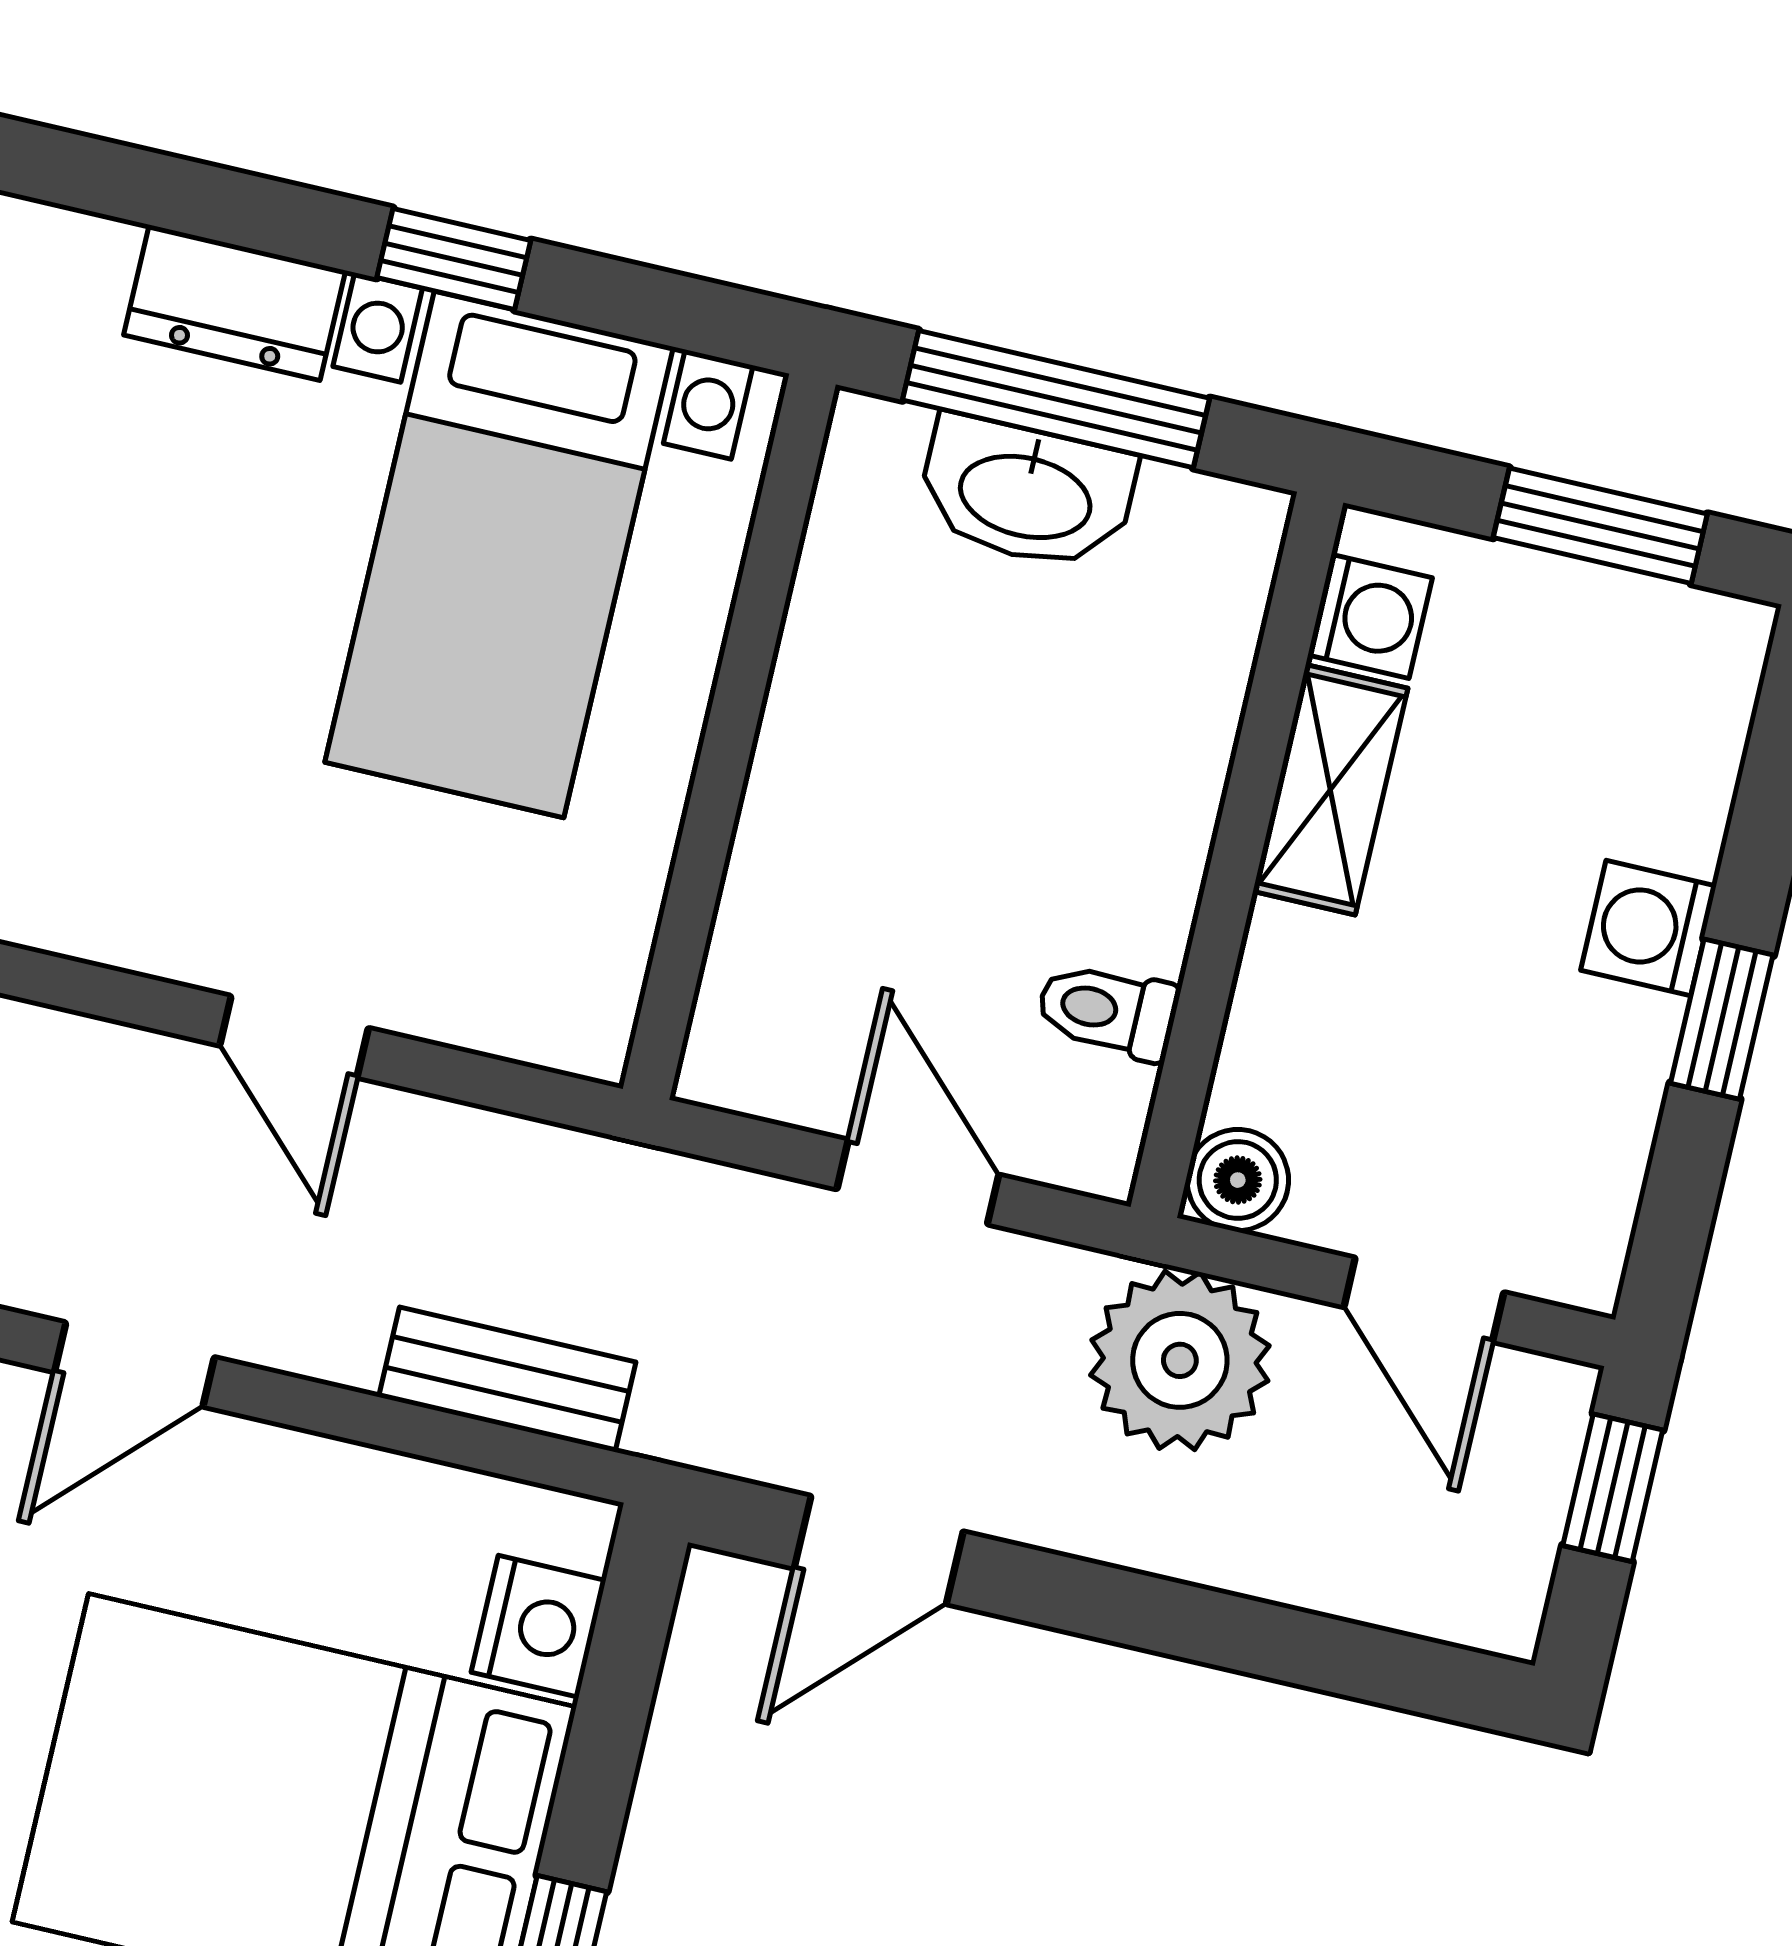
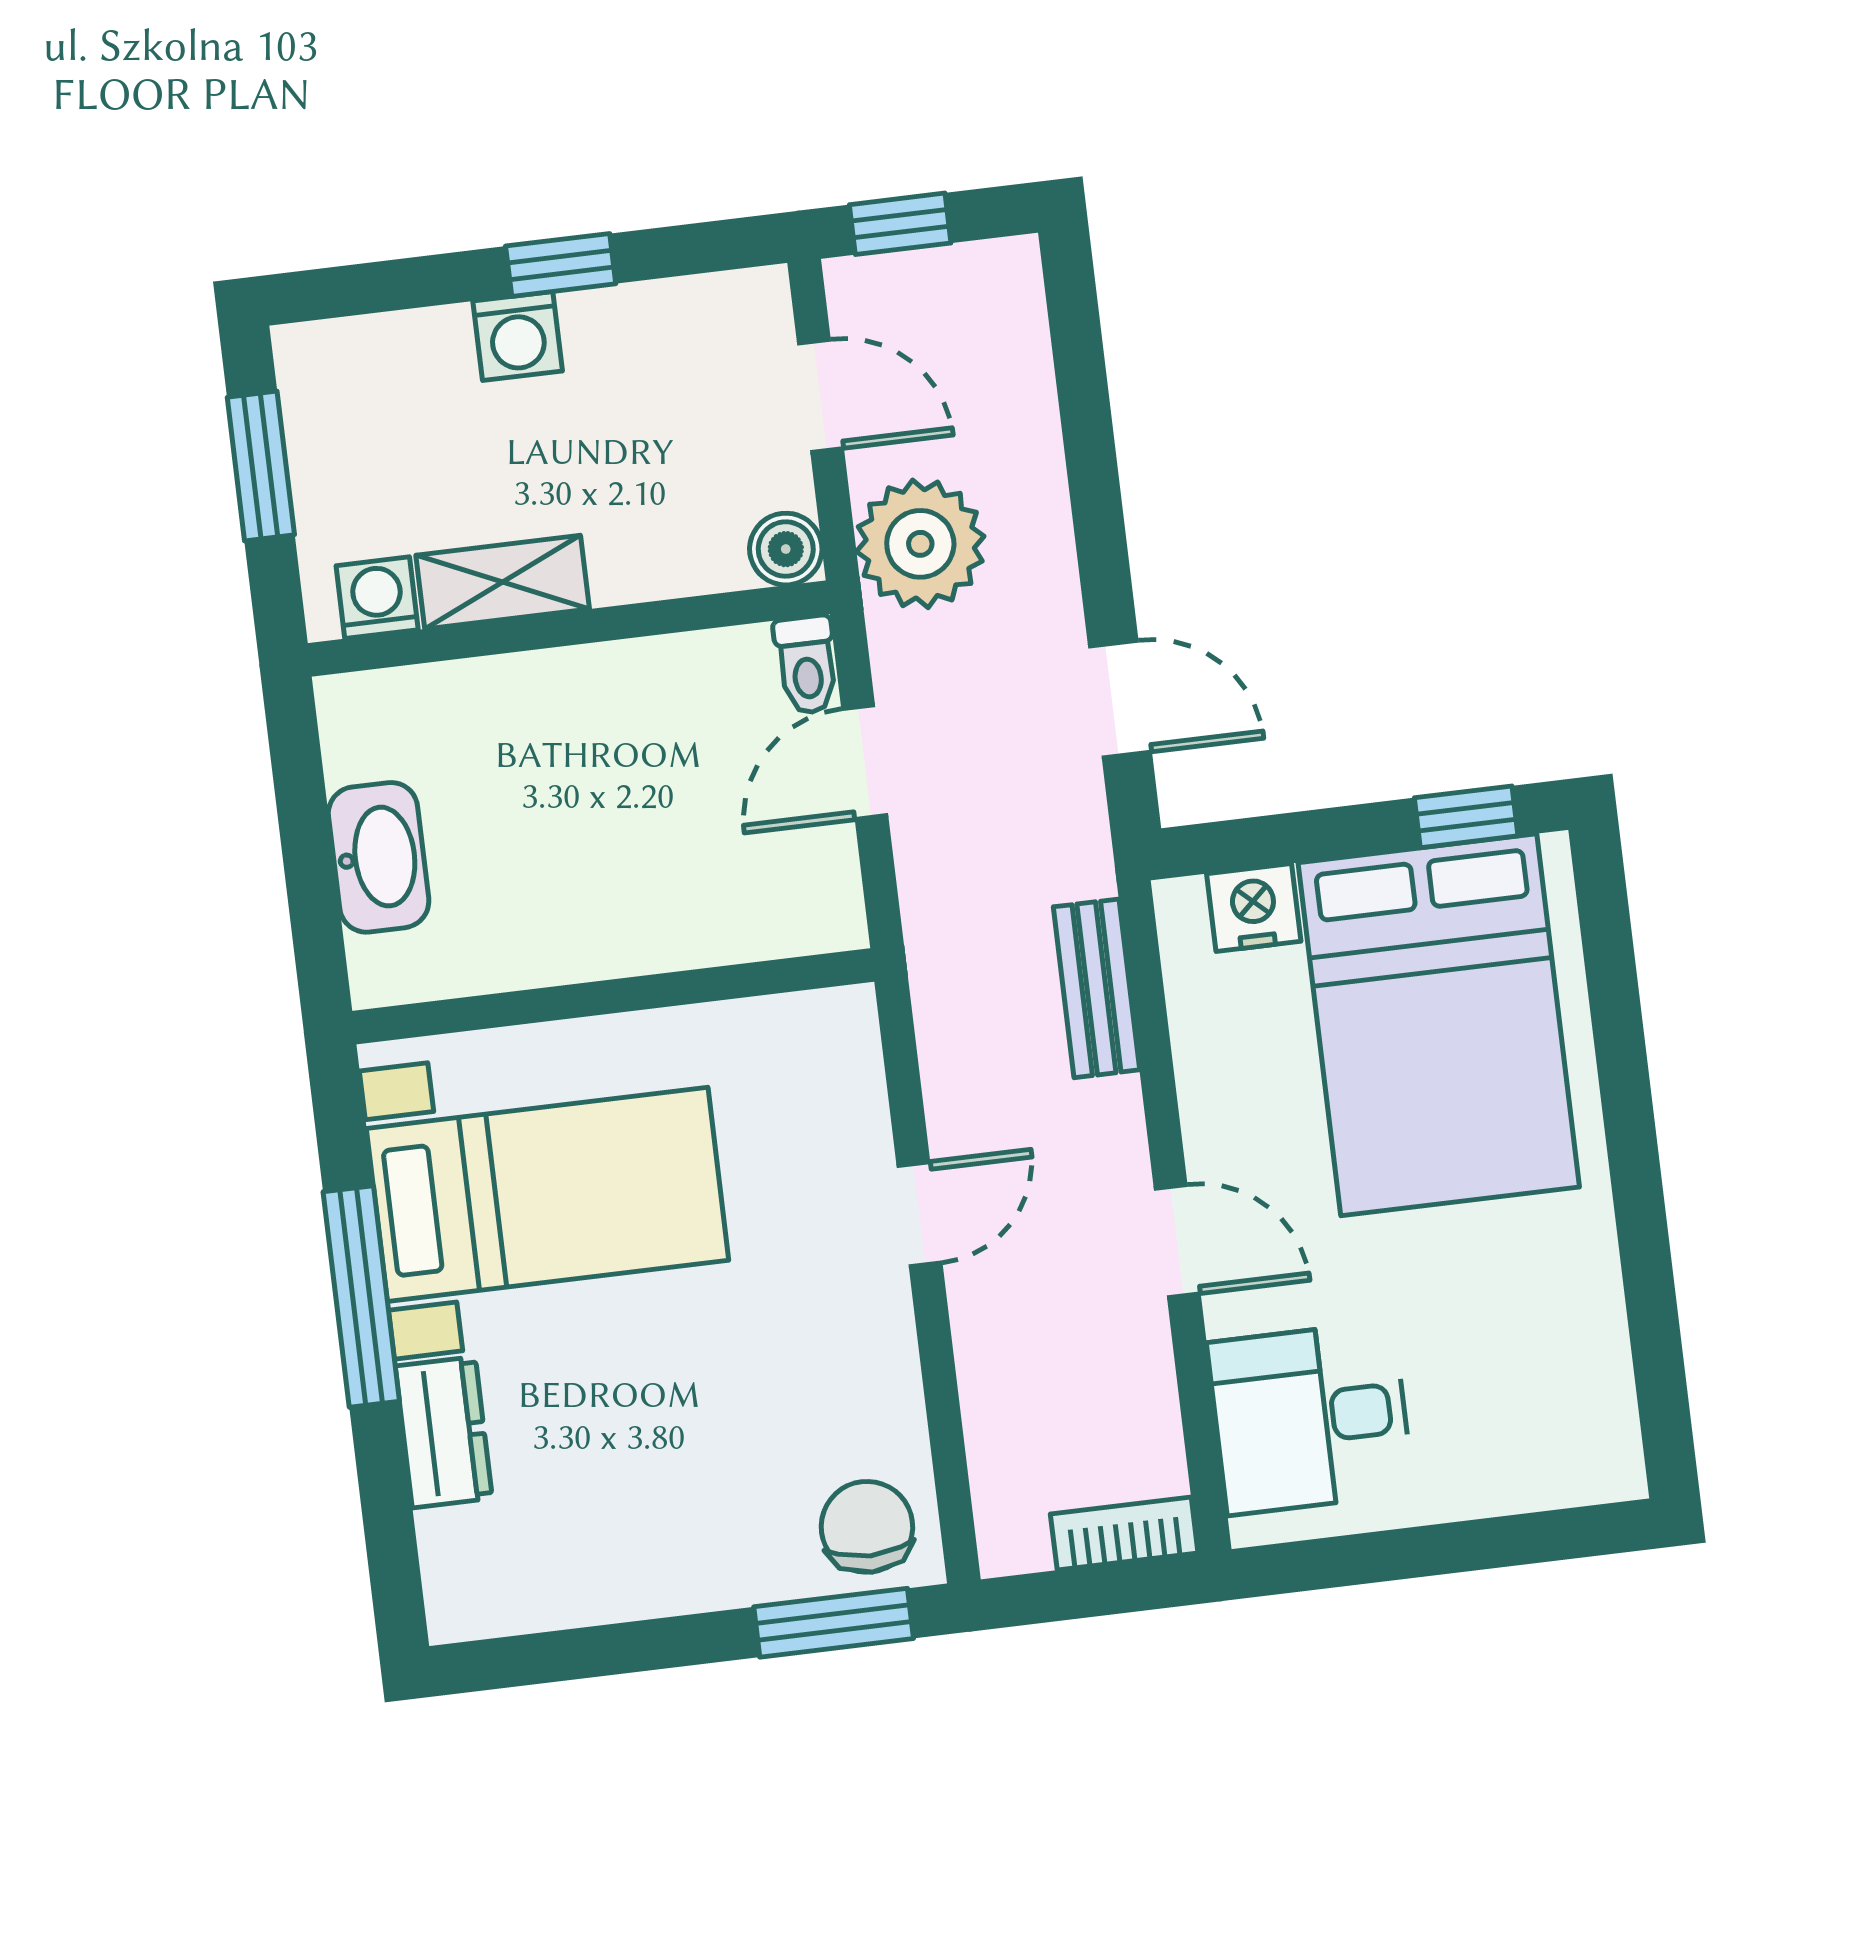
window: (454, 259) -> (361, 1296), width x2.17
window: (1056, 399) -> (308, 860), removed
toilet: (1108, 1011) -> (807, 665), moved
door: (1424, 1300) -> (820, 396), hinge flipped

